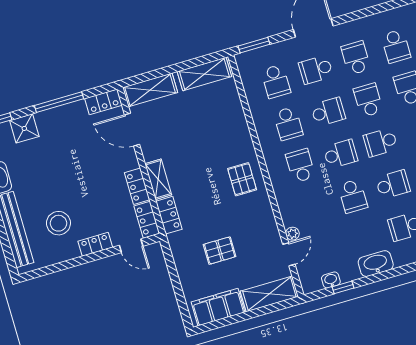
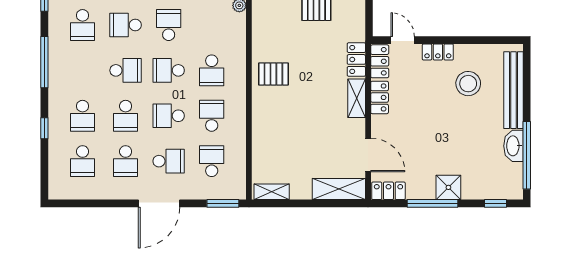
school desk: (396, 46) -> (83, 161), turned 180
shelving: (204, 74) -> (272, 192), width x0.67, depth x0.75
shower: (24, 128) -> (448, 187), moved
pallet: (242, 179) -> (273, 74), turned 90

